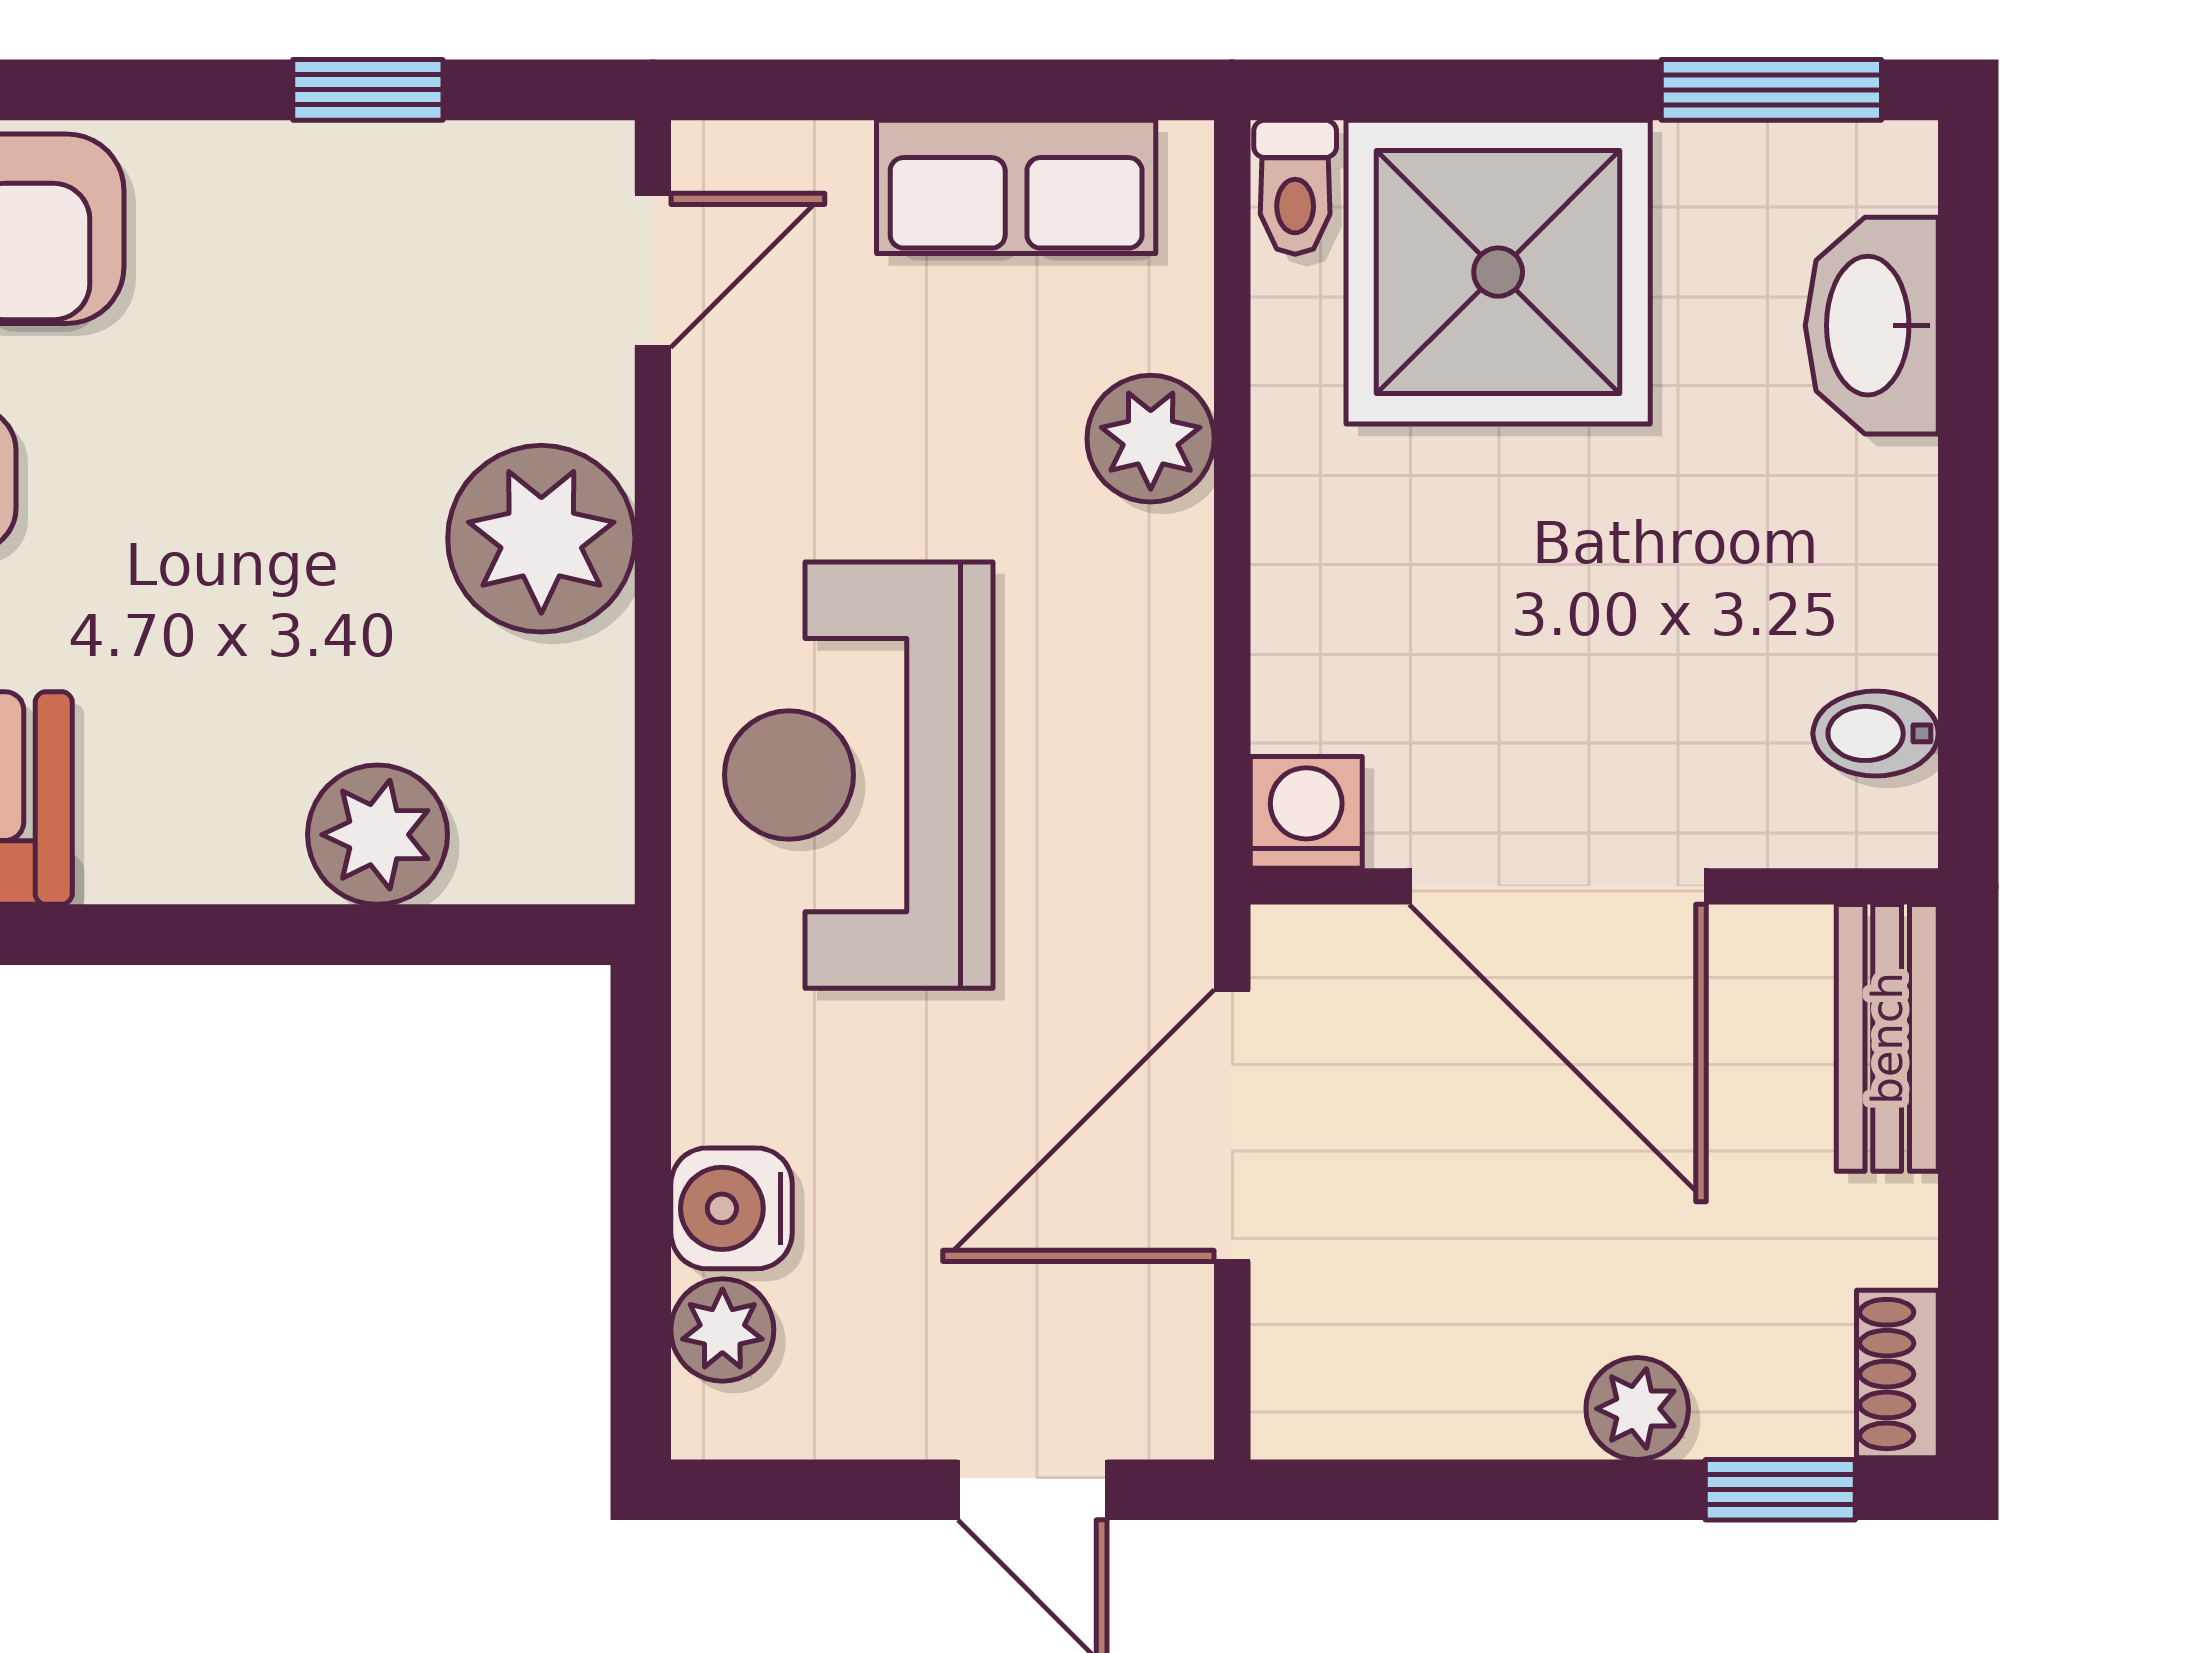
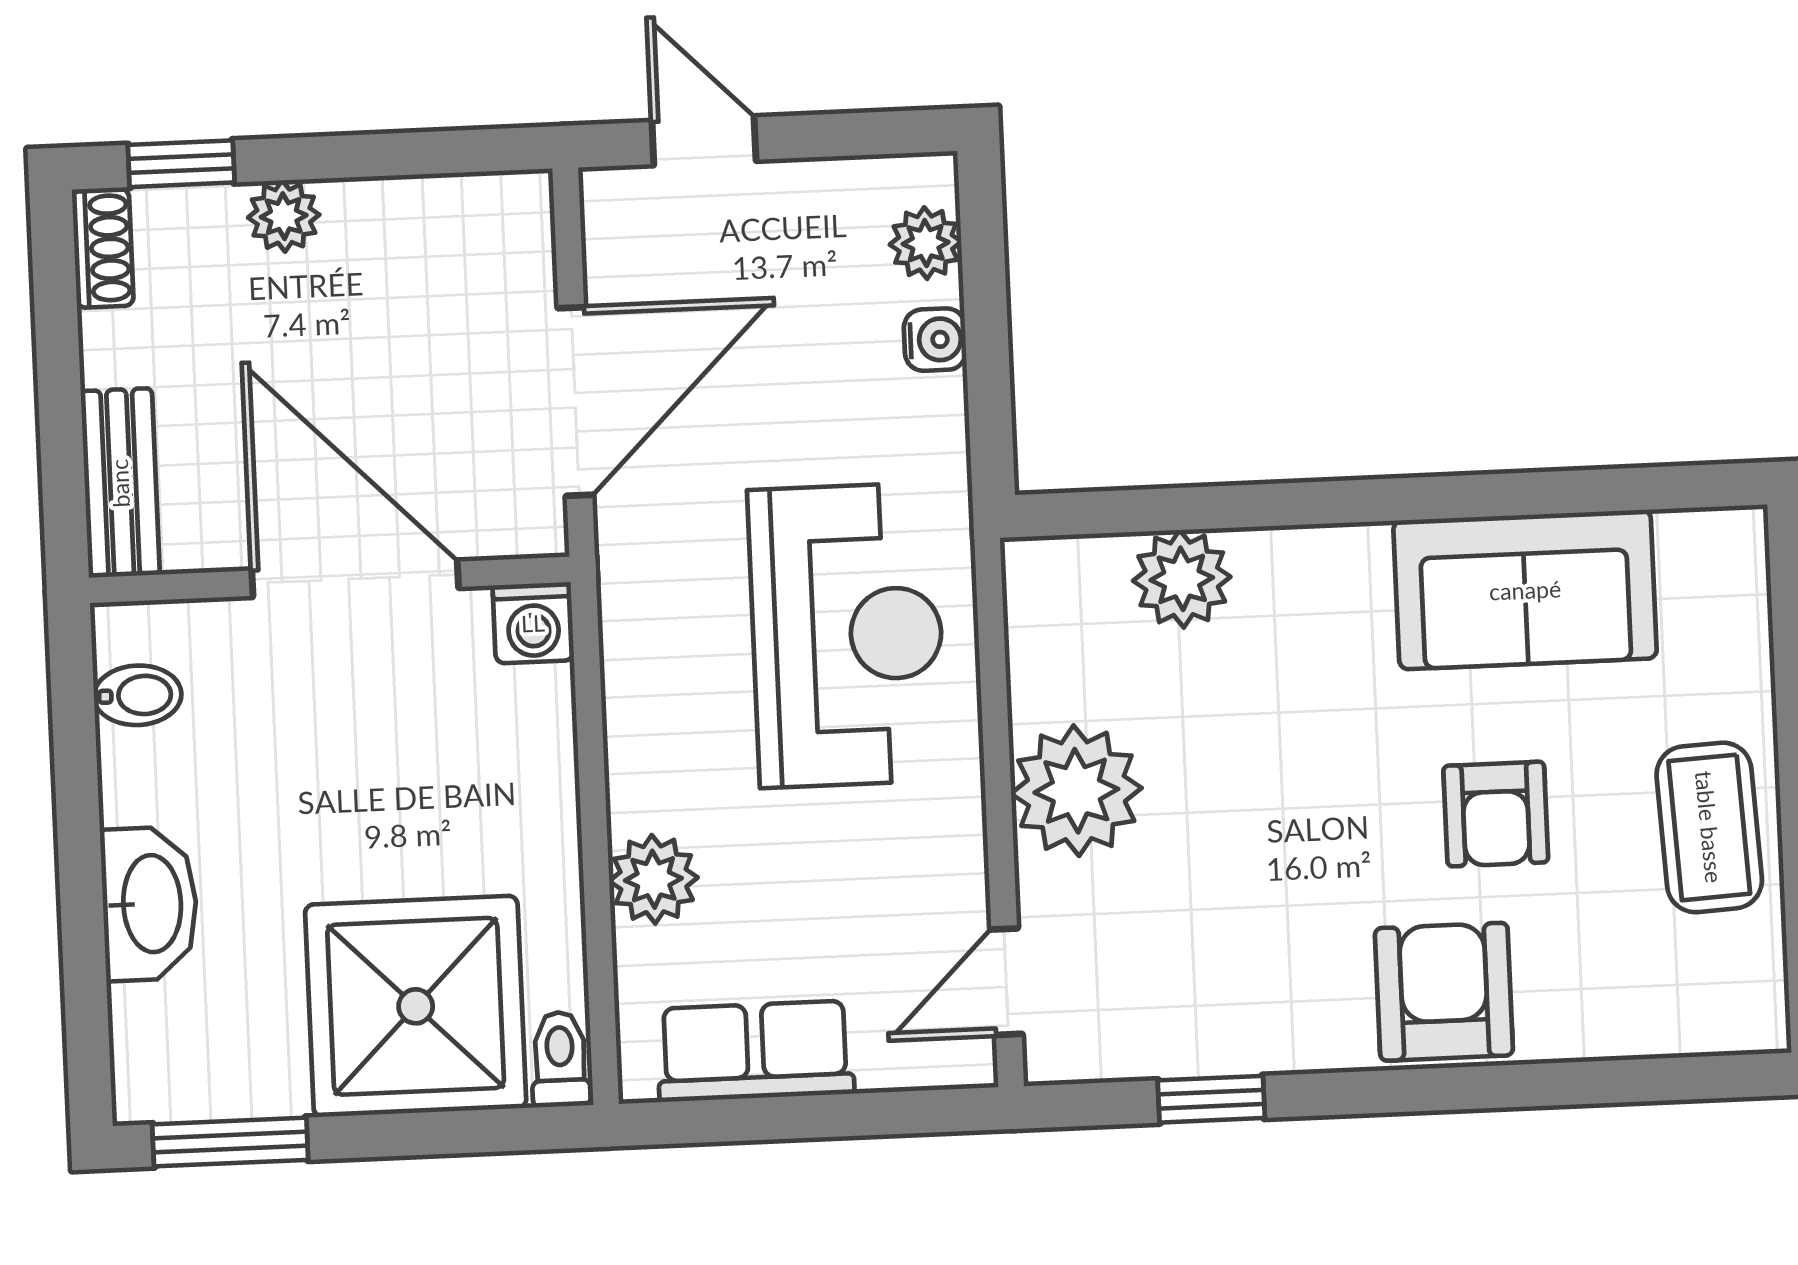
washbasin: (1872, 326) -> (149, 904), moved
water cooler: (732, 1208) -> (935, 340), width x0.72, depth x0.72

